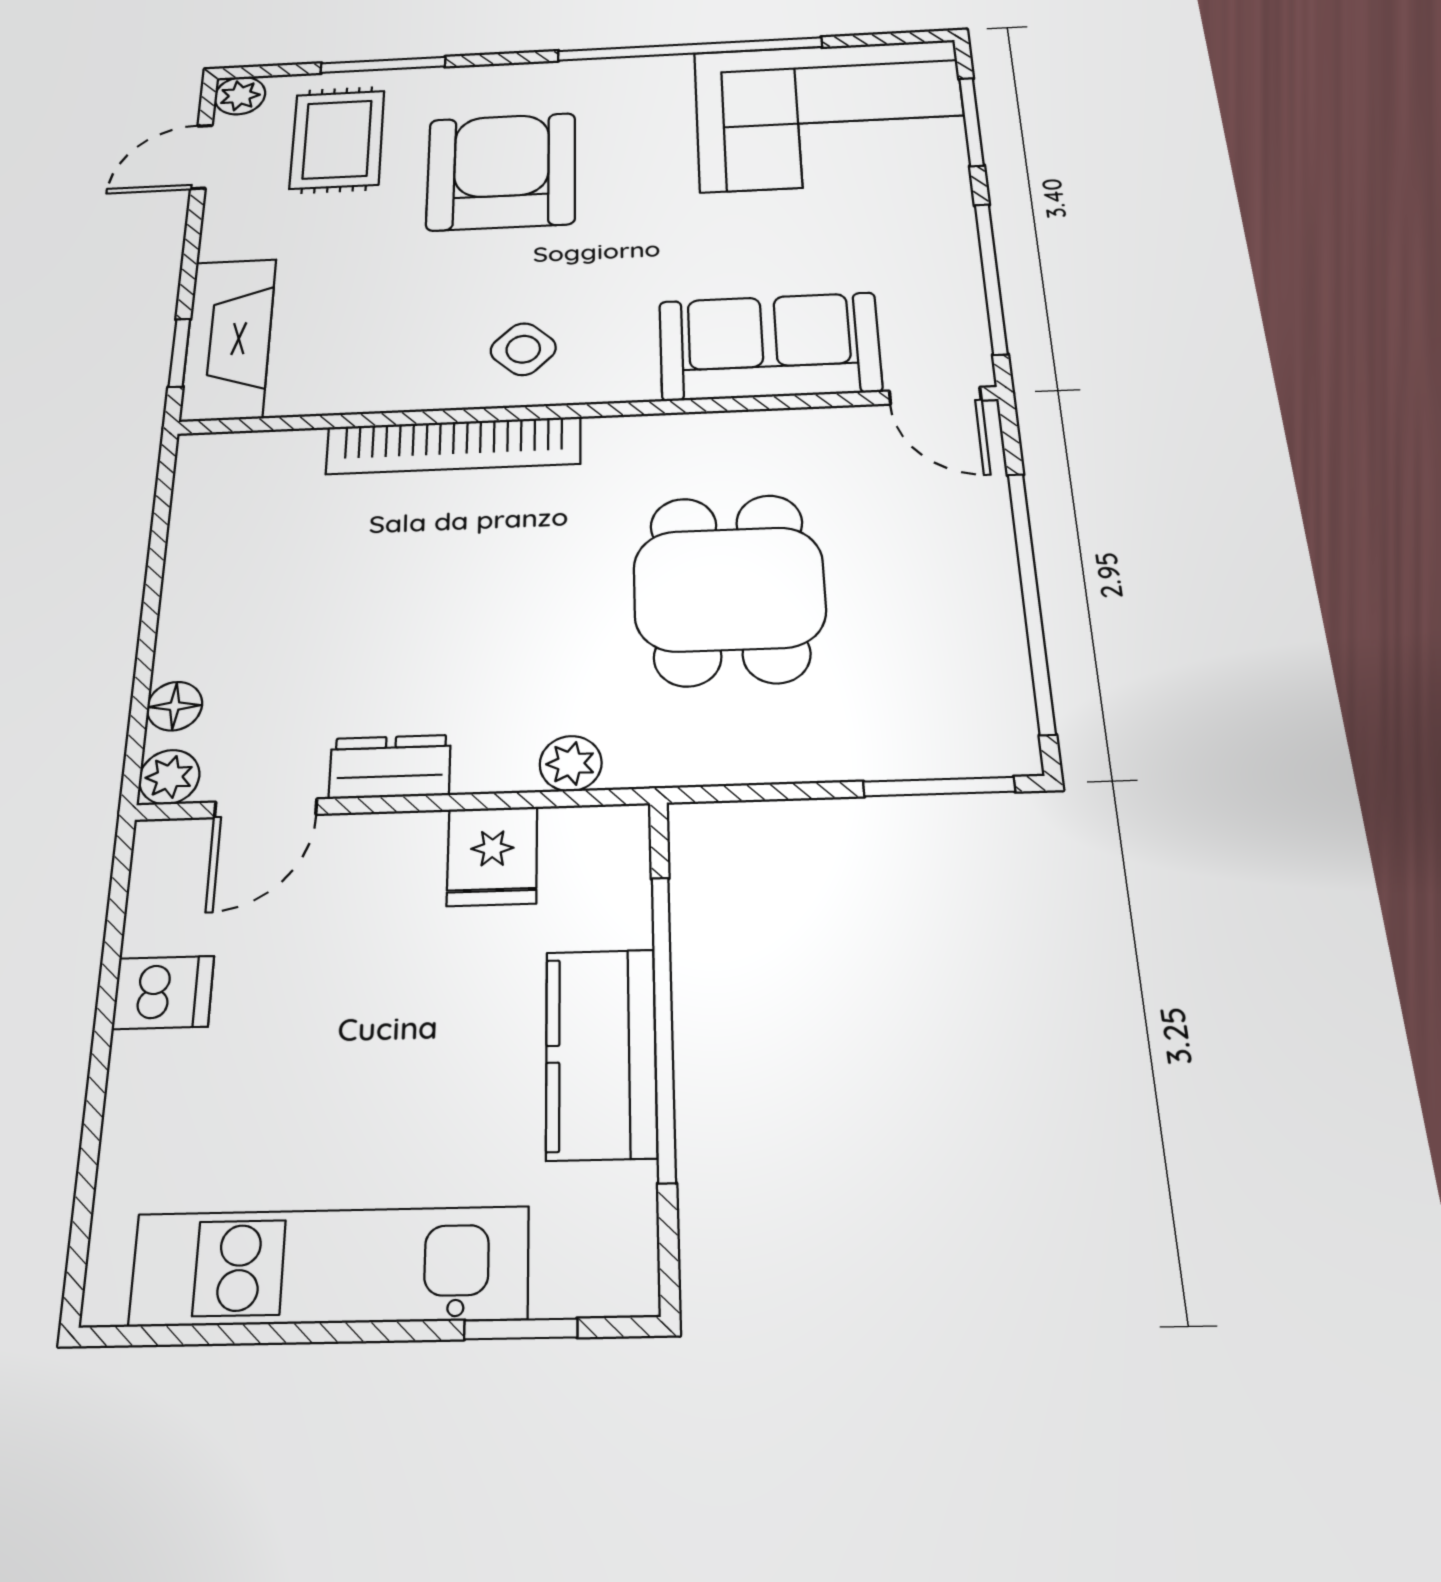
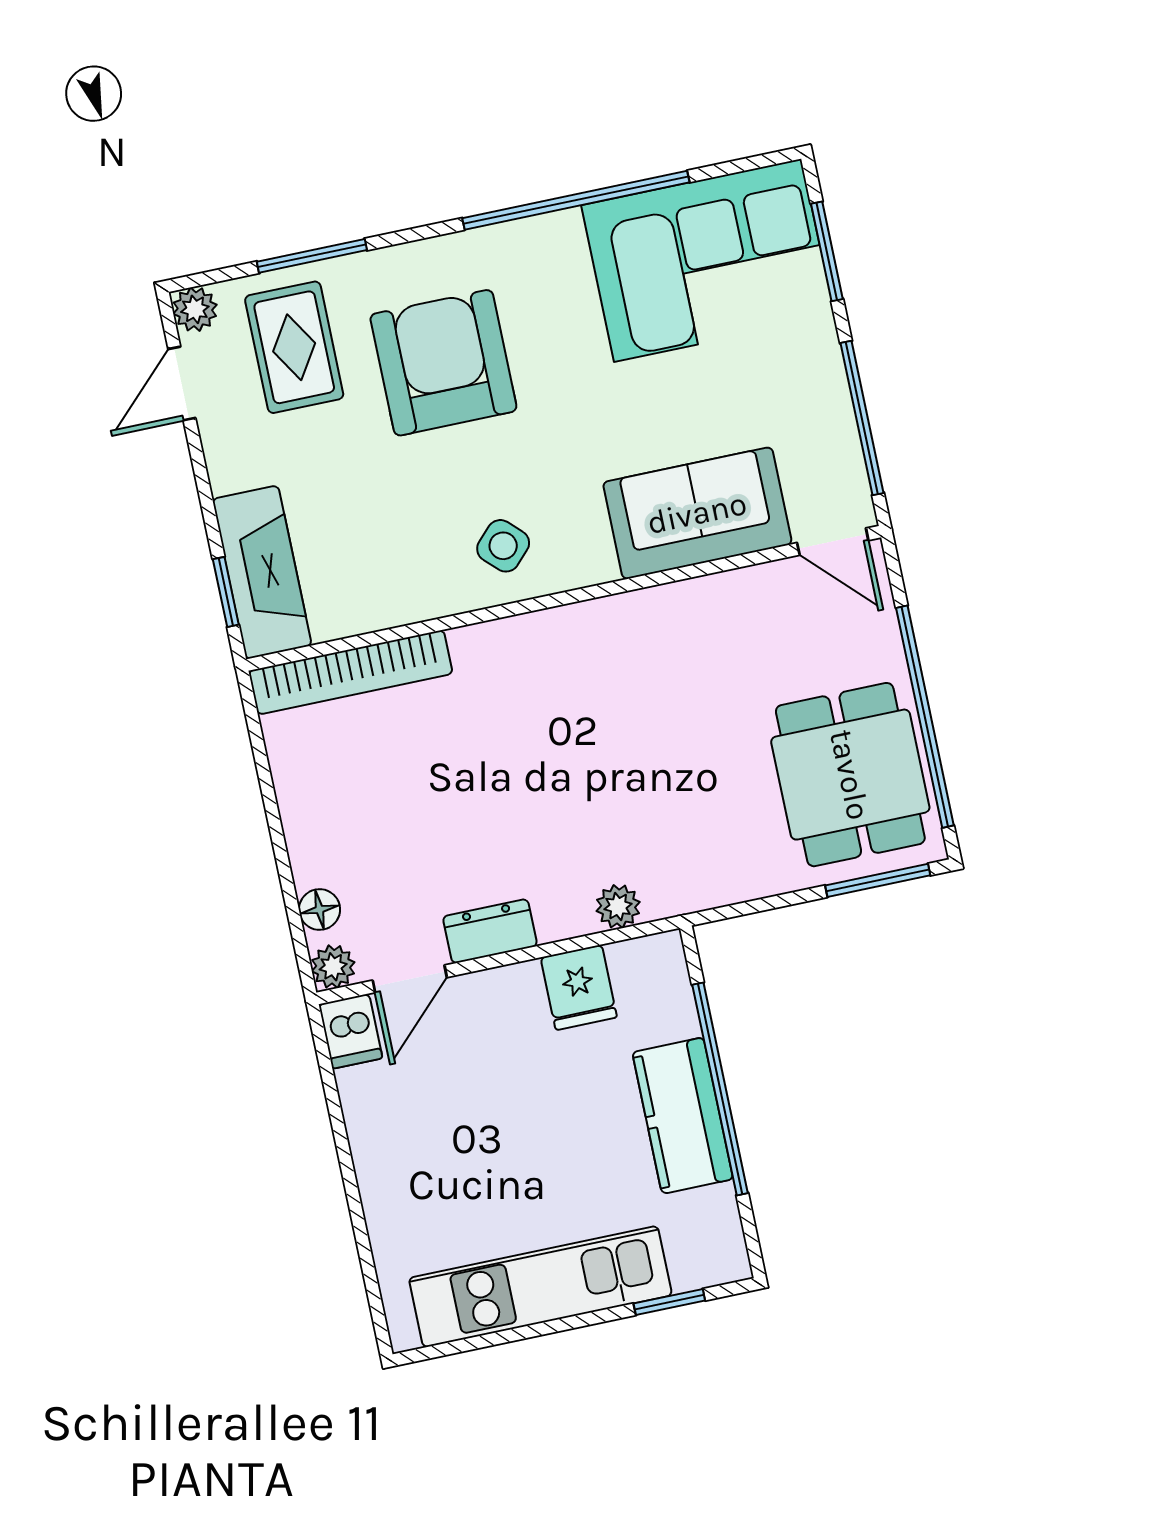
bookcase: (453, 445) -> (351, 672), moved
dining table: (729, 589) -> (850, 775), moved
dishwasher: (163, 992) -> (351, 1031), moved, turned 90

